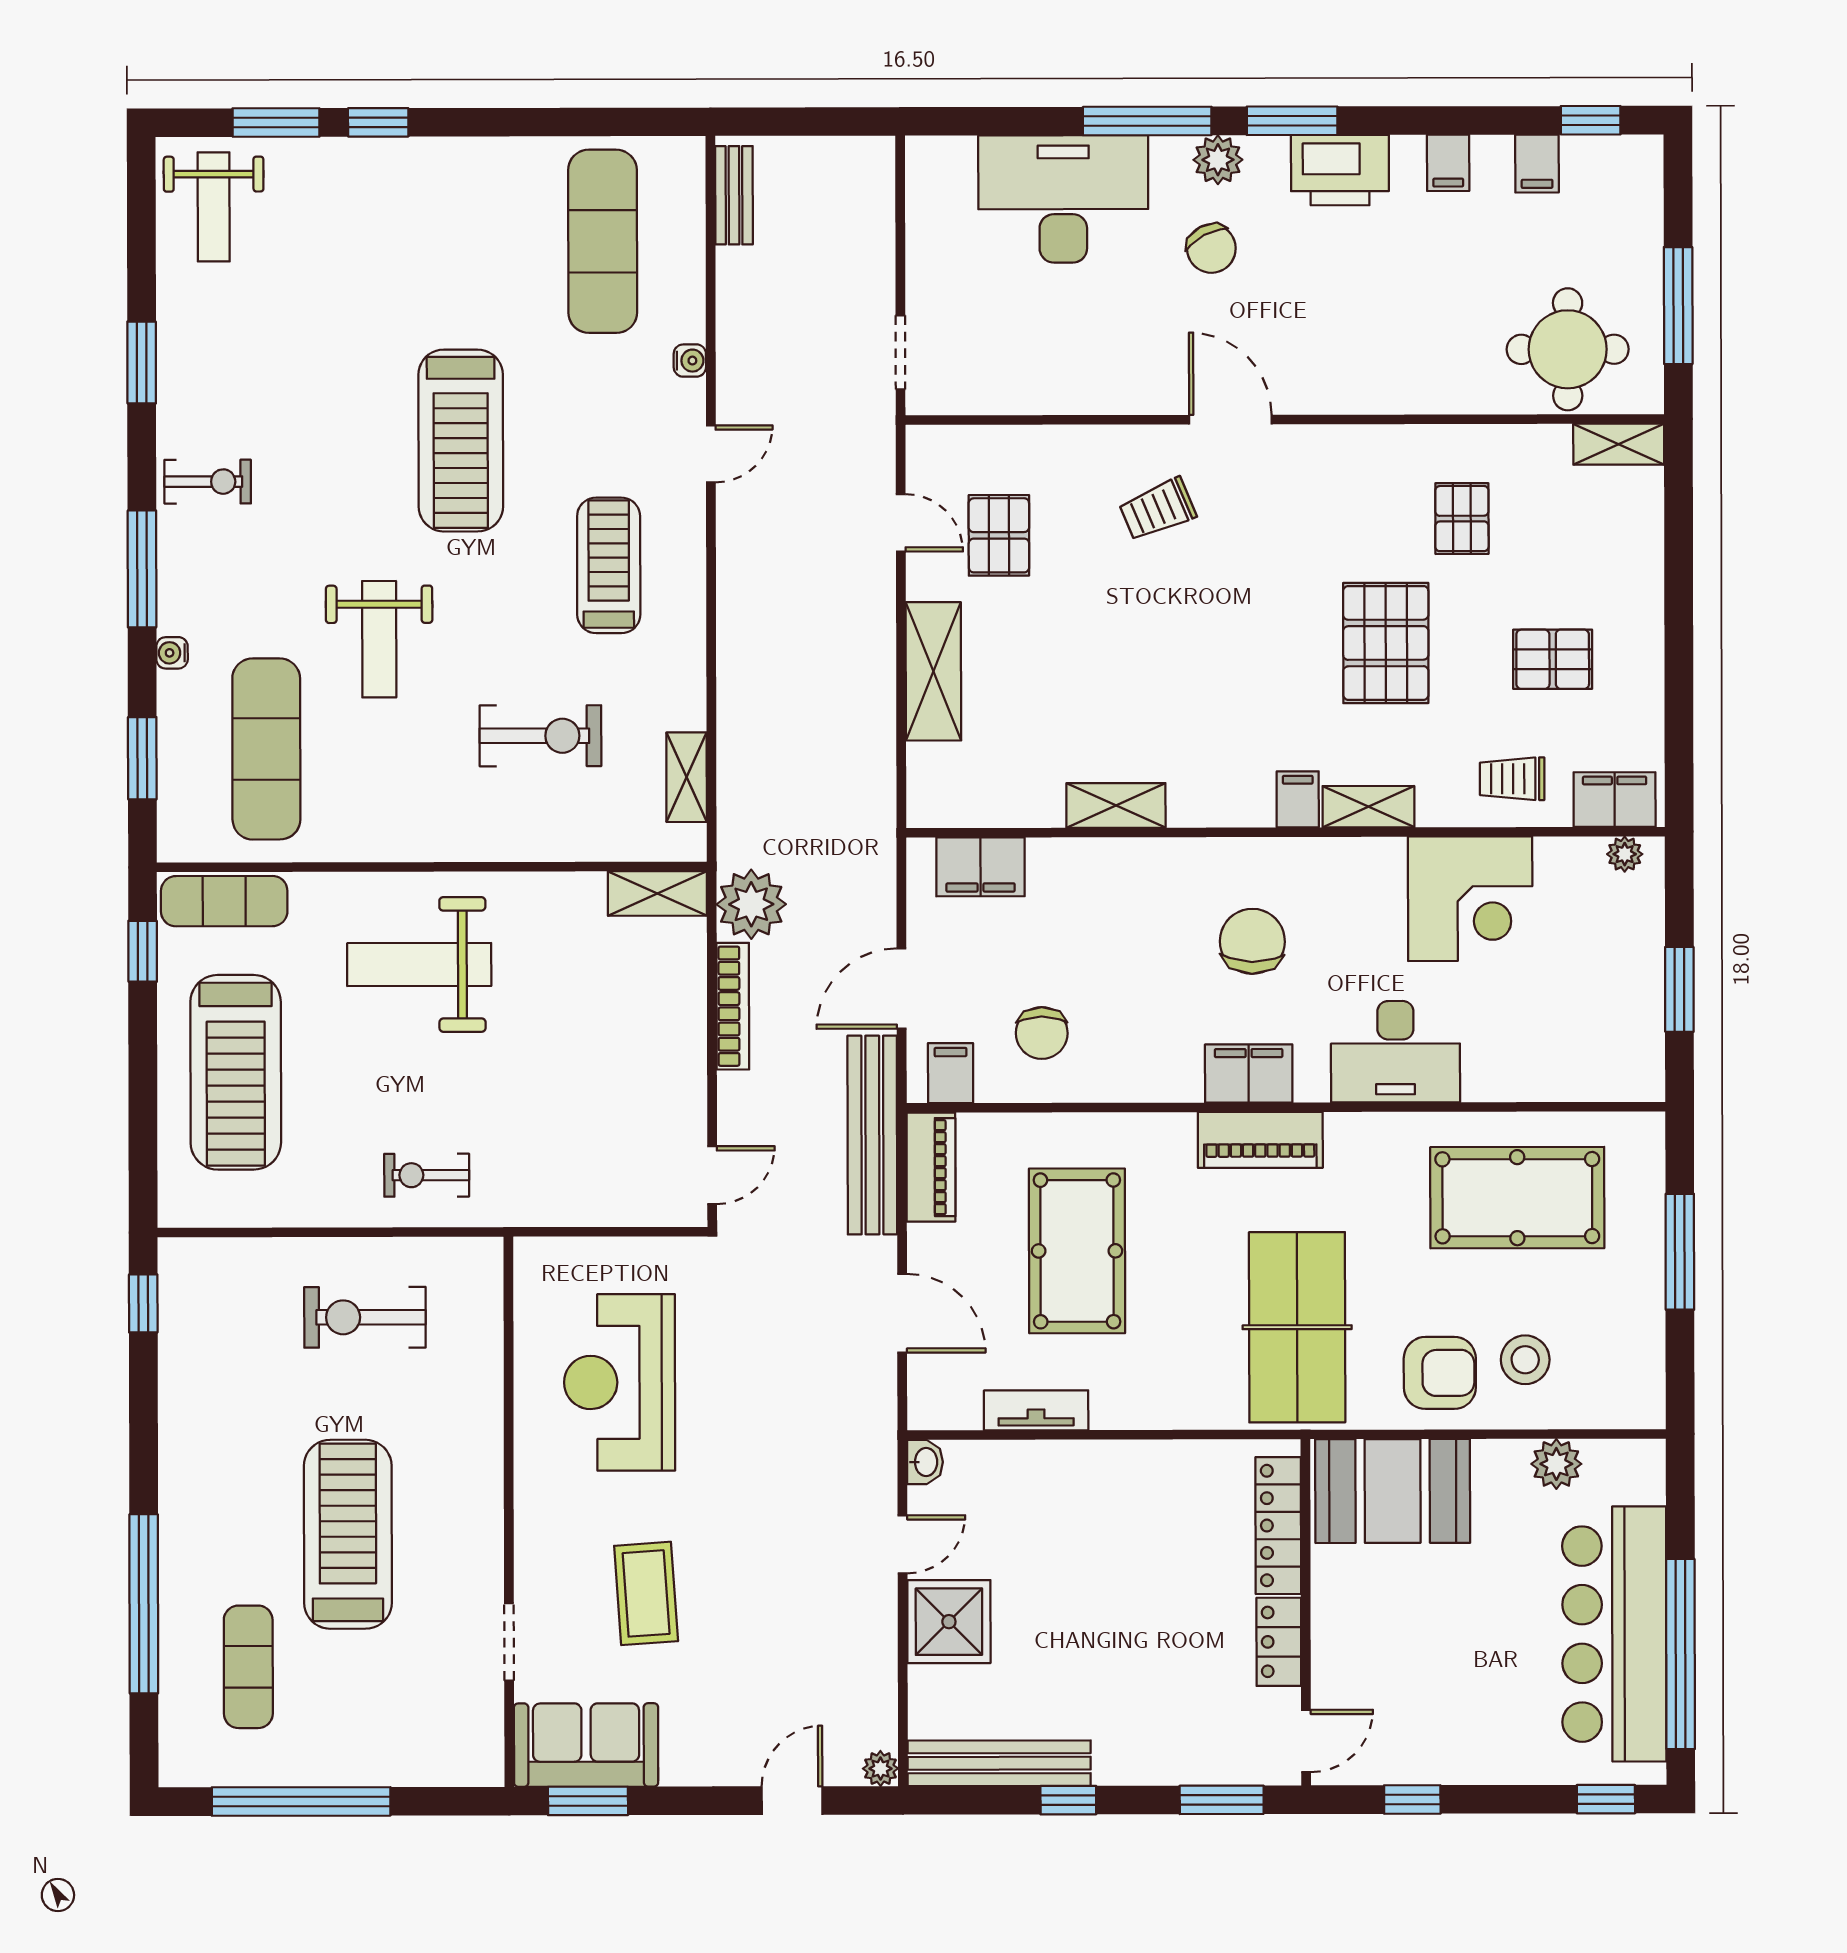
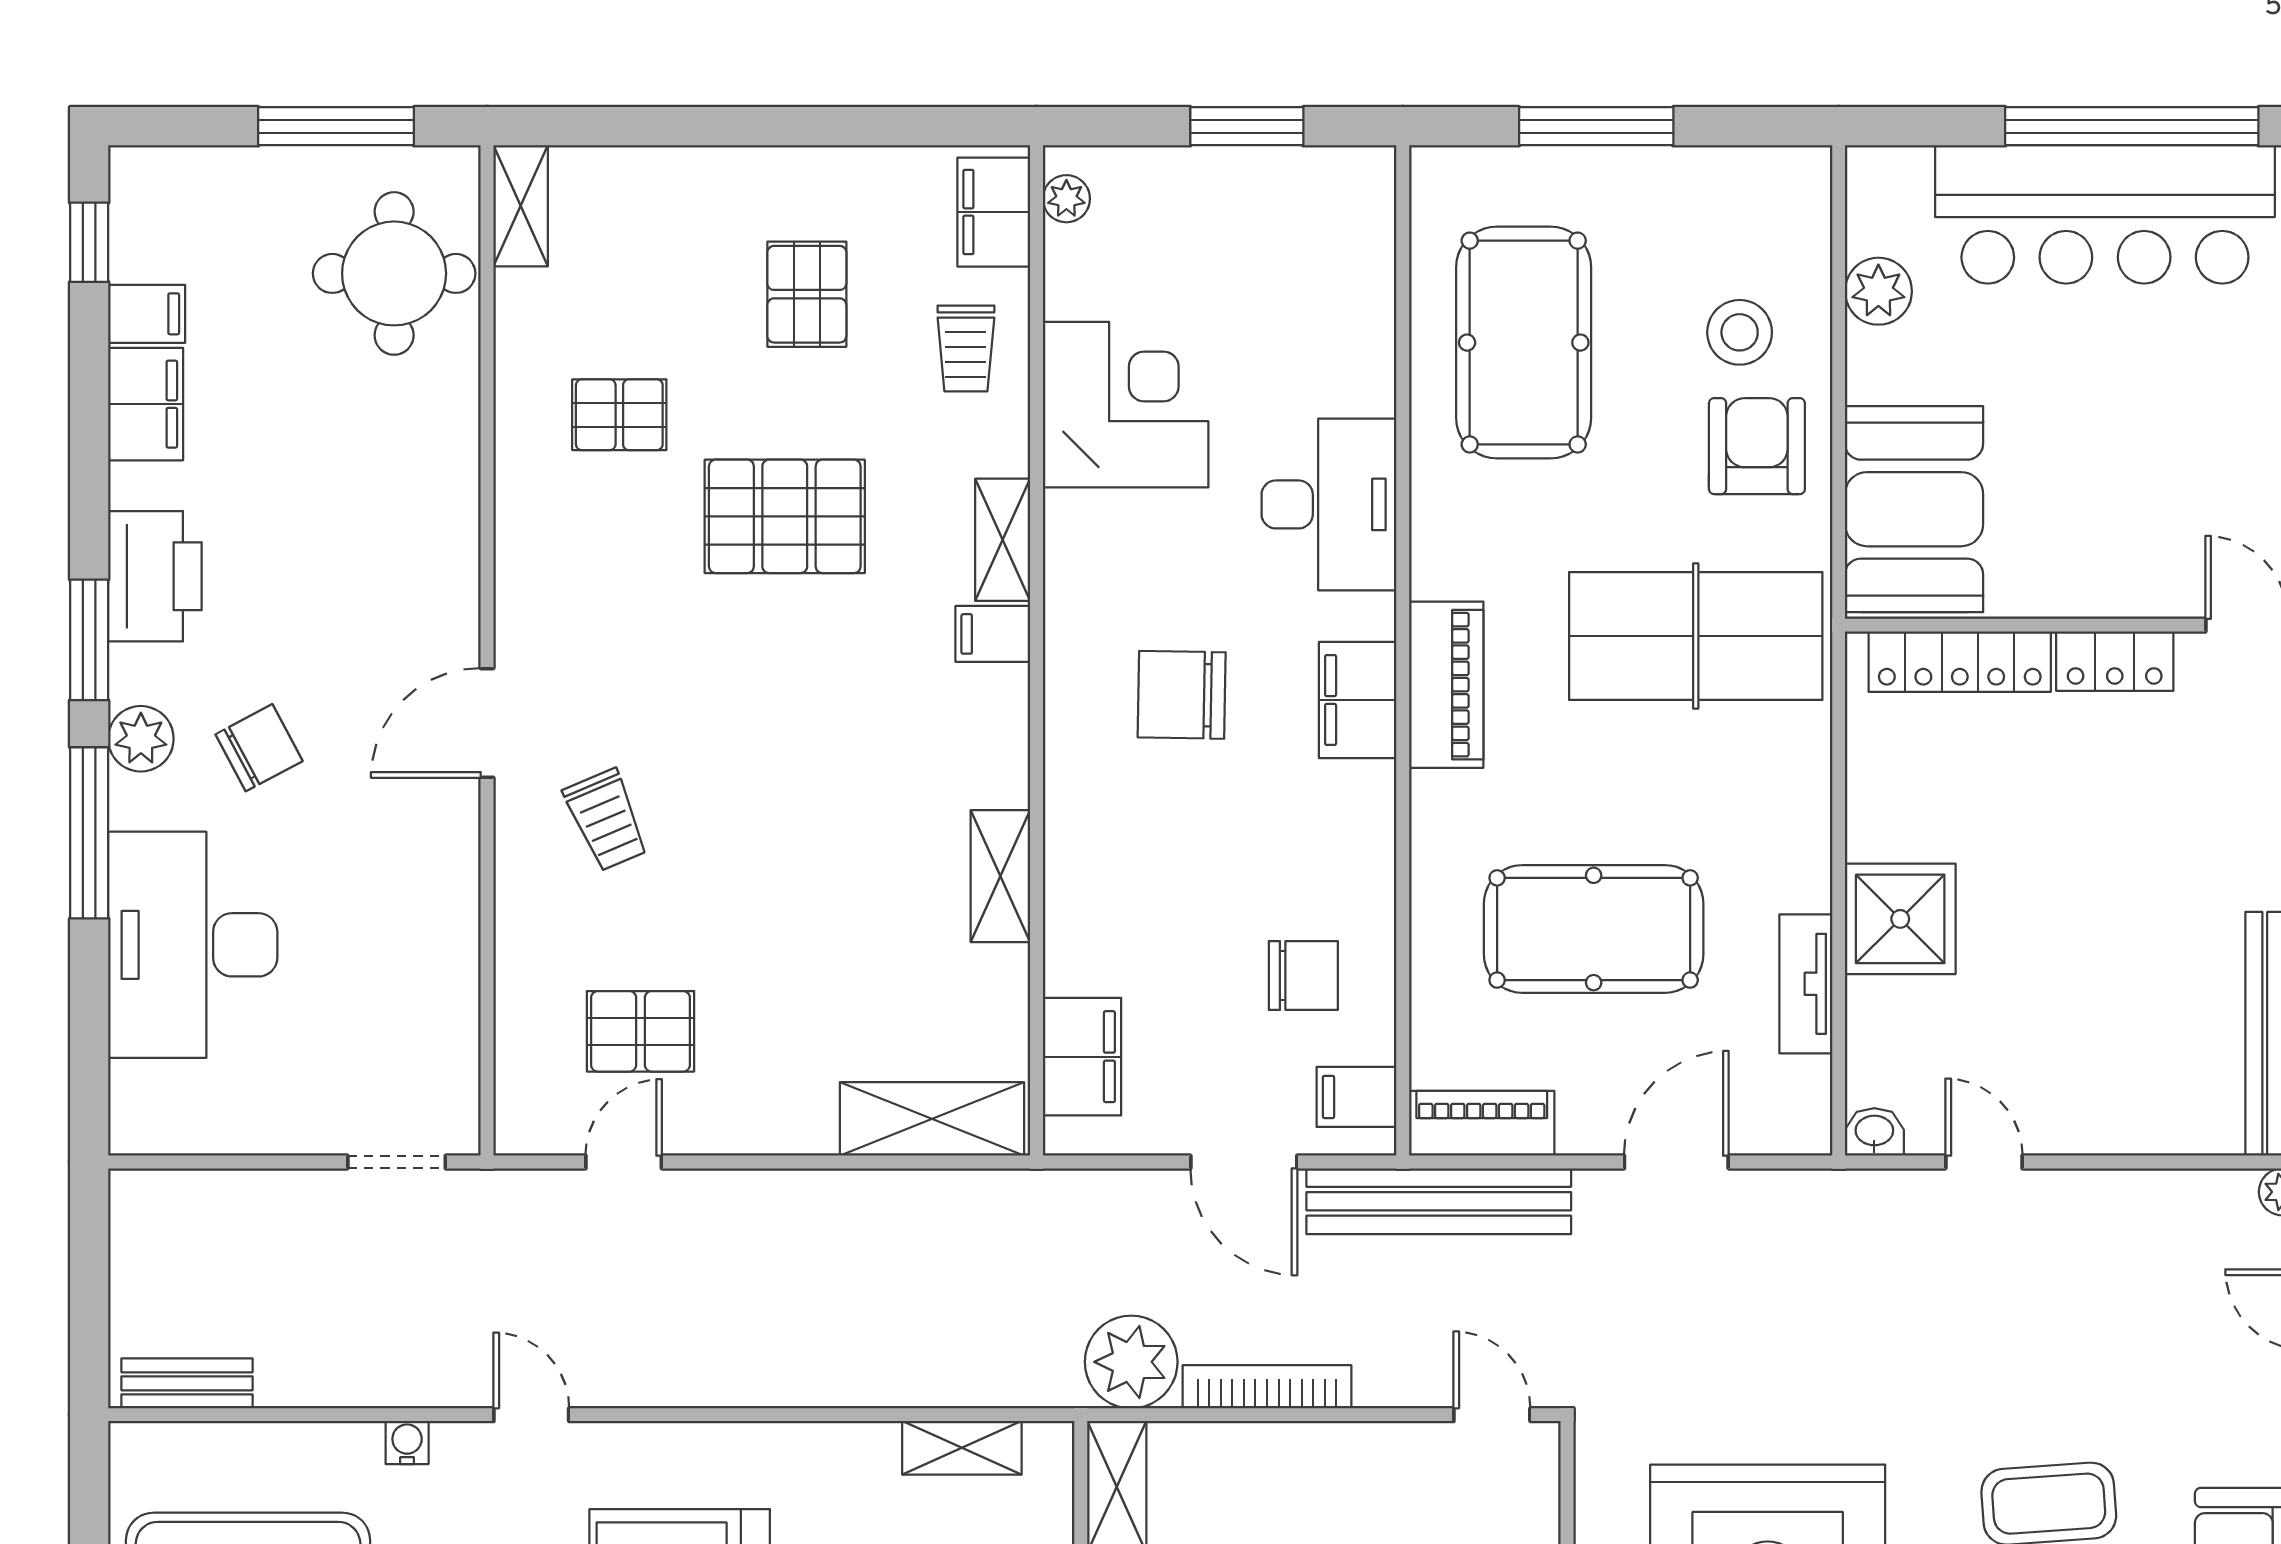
filing cabinet: (1448, 163) -> (146, 404), width x2.00
shelving: (933, 671) -> (932, 1119), moved
shower: (949, 1622) -> (1900, 919), moved

